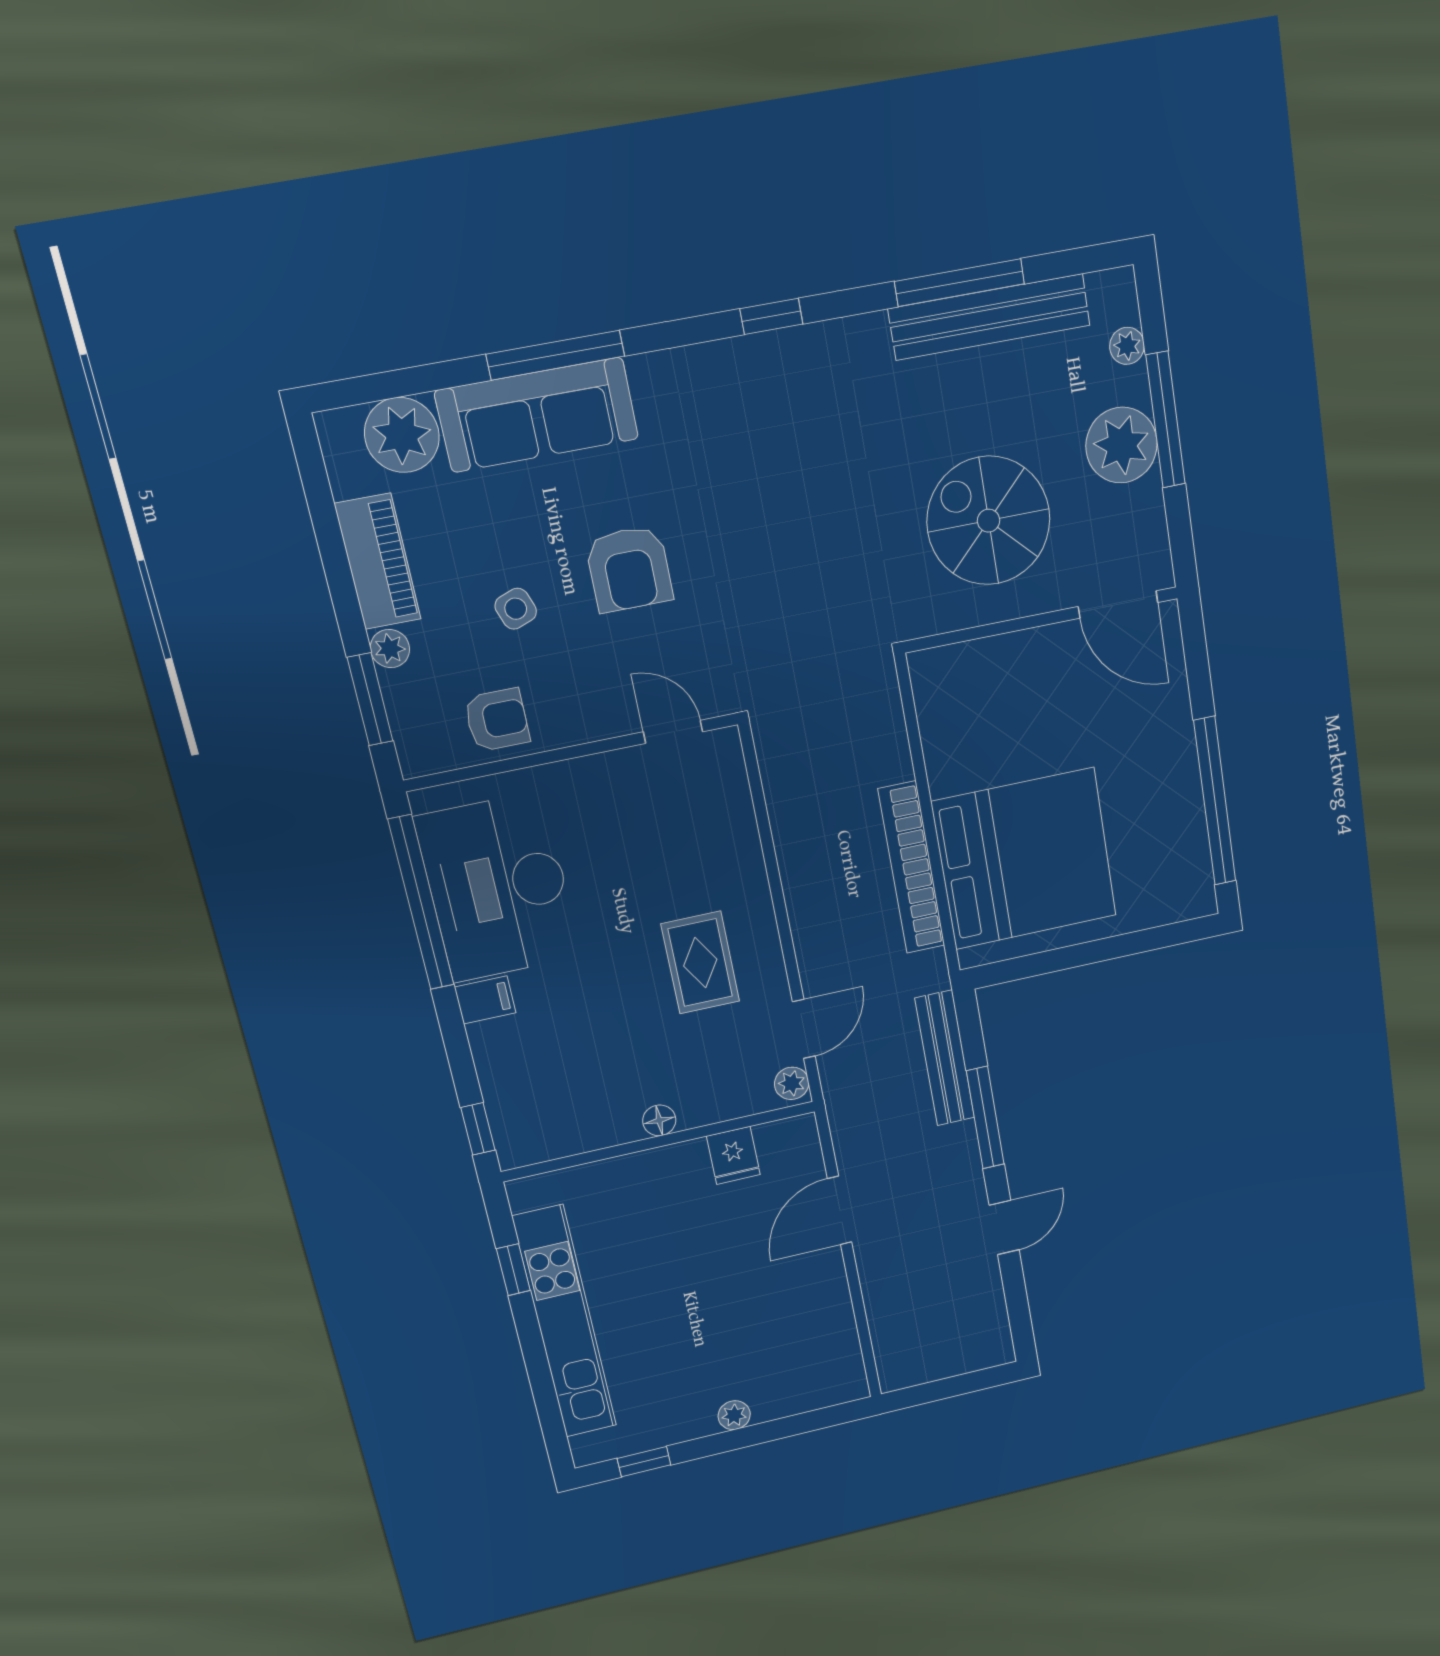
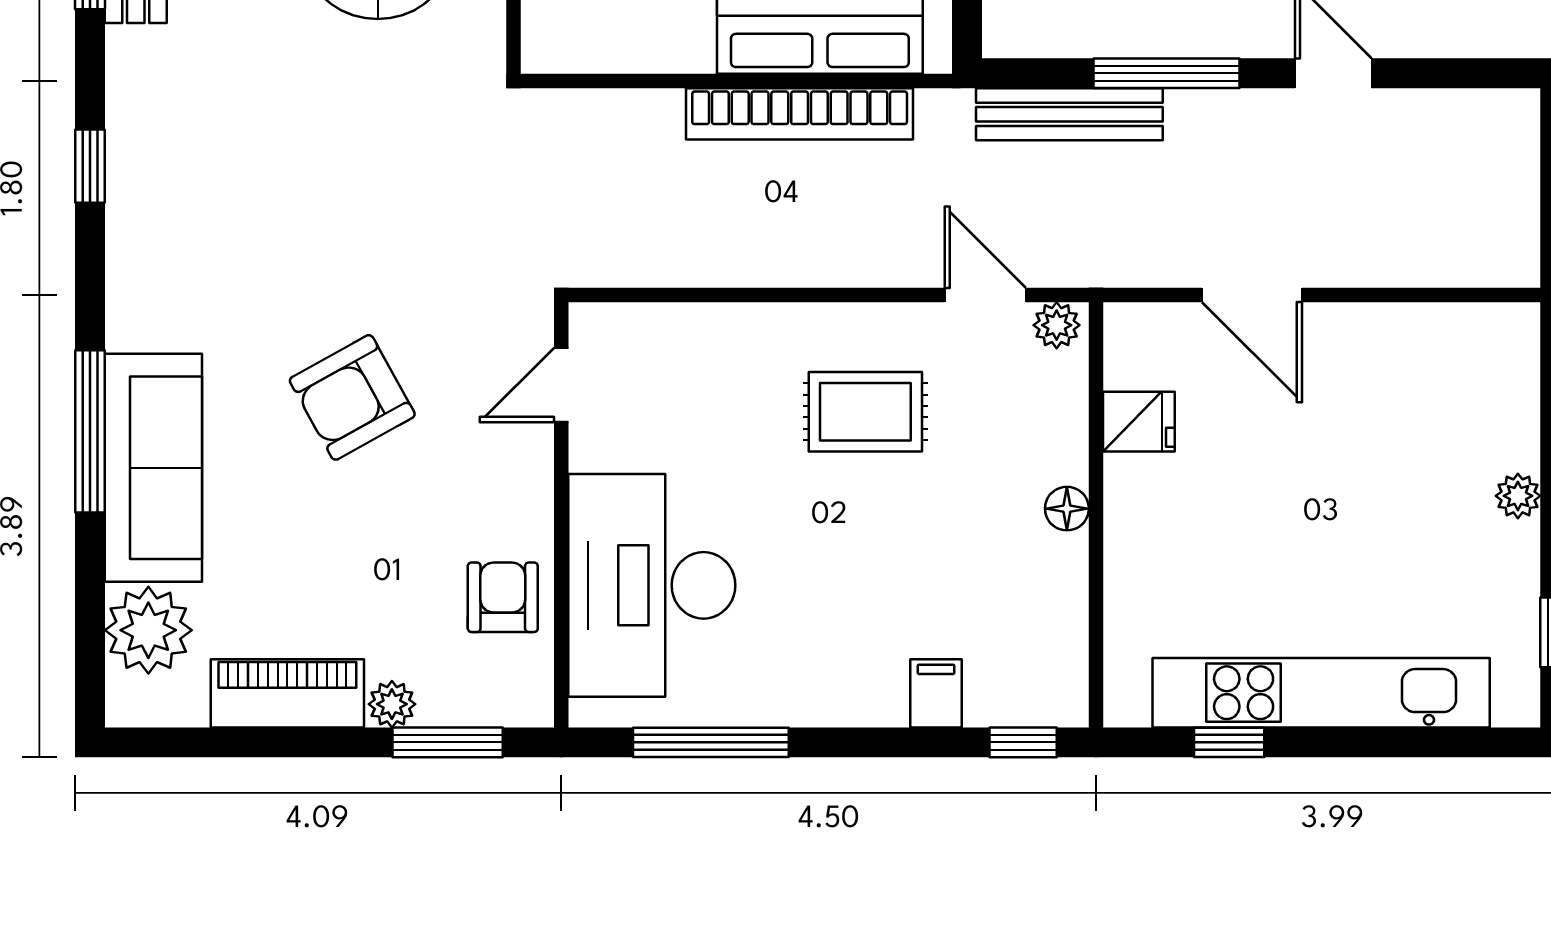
armchair: (629, 569) -> (352, 397), turned 151
side table: (516, 609) -> (374, 544), removed
desk: (498, 887) -> (652, 585), moved, turned 90
window: (421, 903) -> (711, 742), width x0.68
filing cabinet: (485, 1000) -> (936, 693), moved

